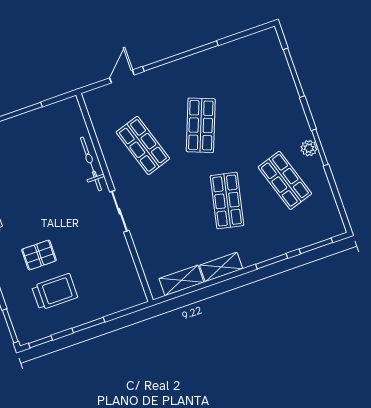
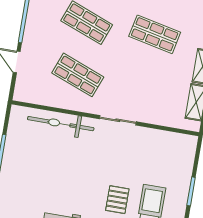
shop shelf: (143, 145) -> (78, 75), turned 39
bicycle: (91, 164) -> (61, 124), width x1.37, depth x1.40

